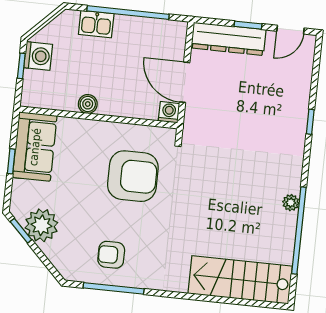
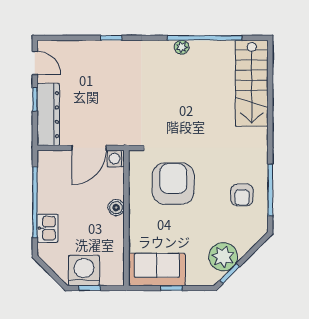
washing machine: (38, 56) -> (84, 270), width x1.37, depth x1.37
boiler: (88, 104) -> (116, 207), moved

